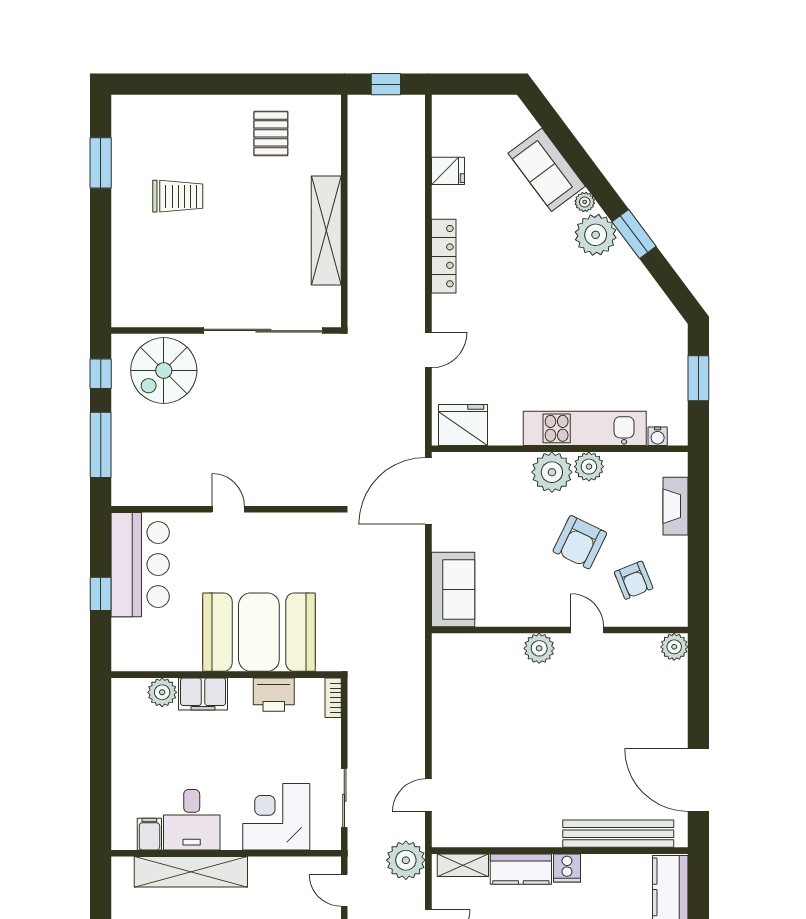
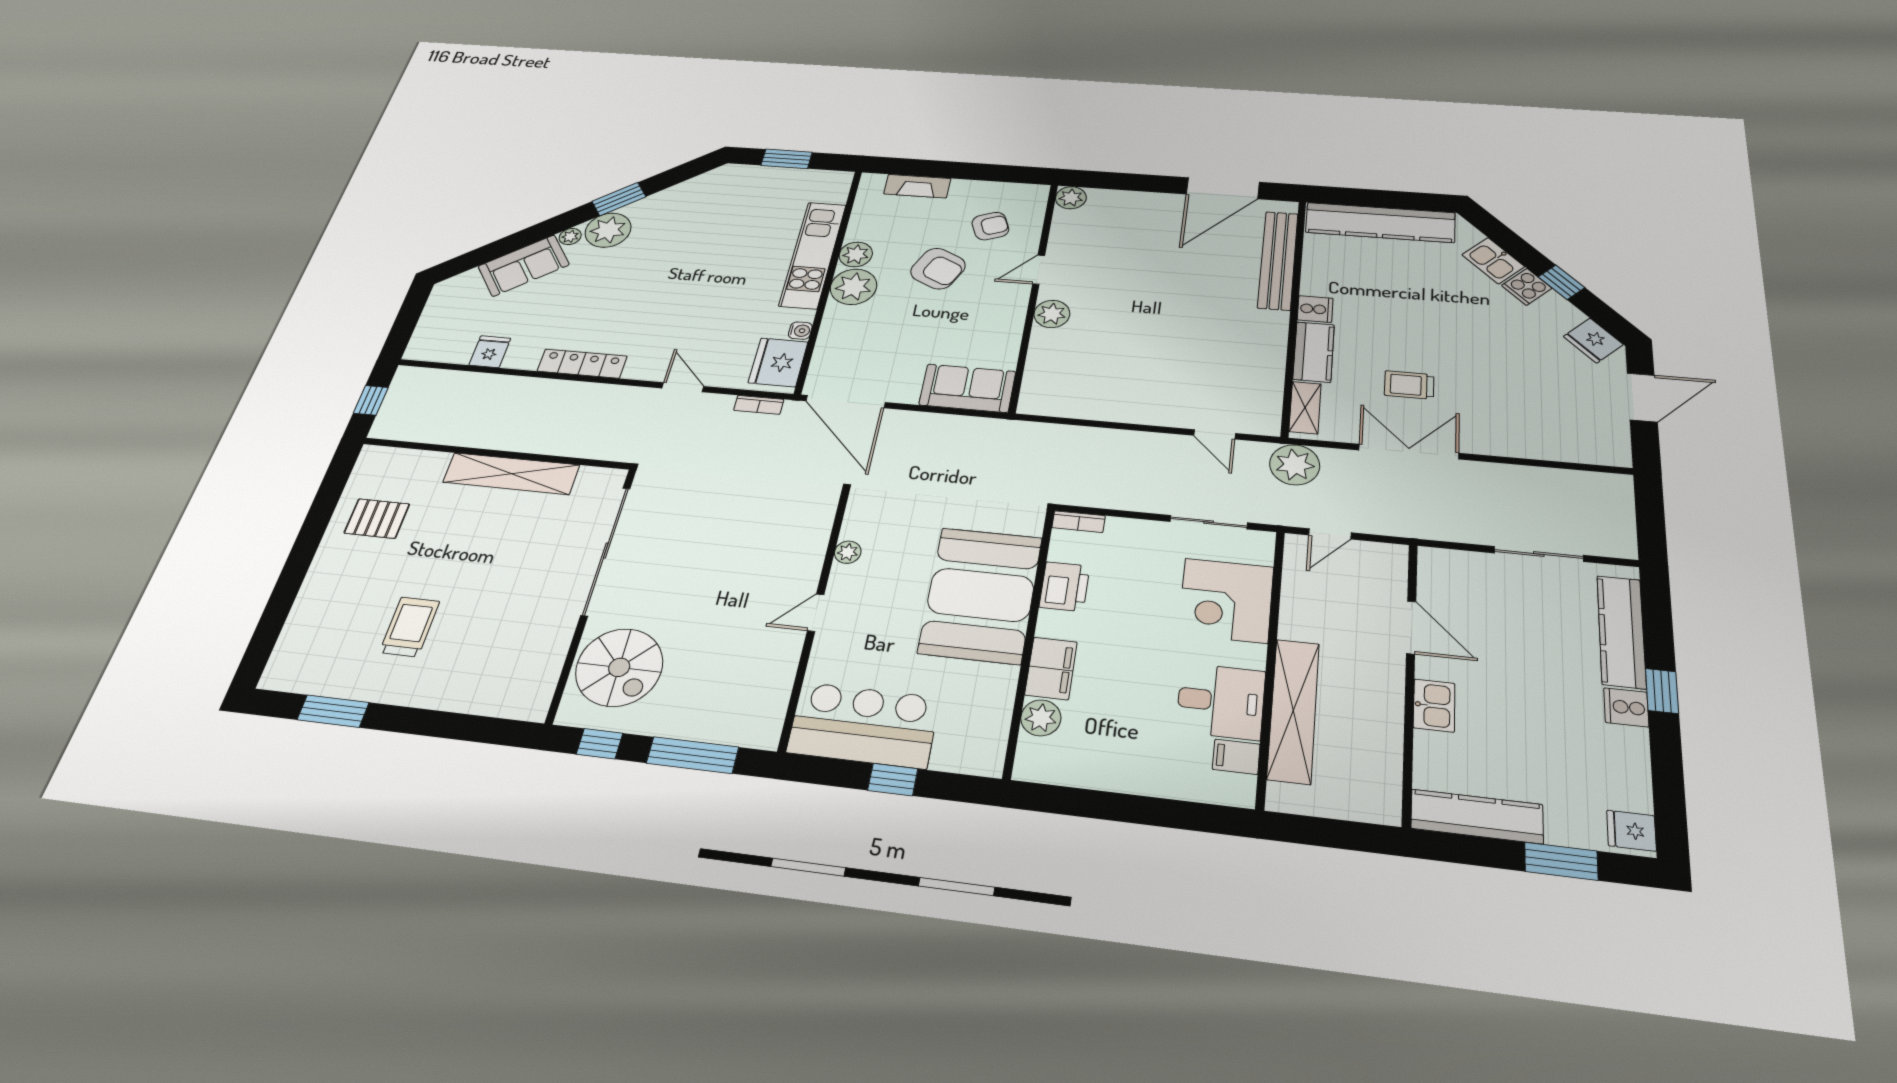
bookcase: (417, 419) -> (759, 405), added
water cooler: (658, 436) -> (800, 331), moved
plant: (284, 523) -> (848, 552), added

